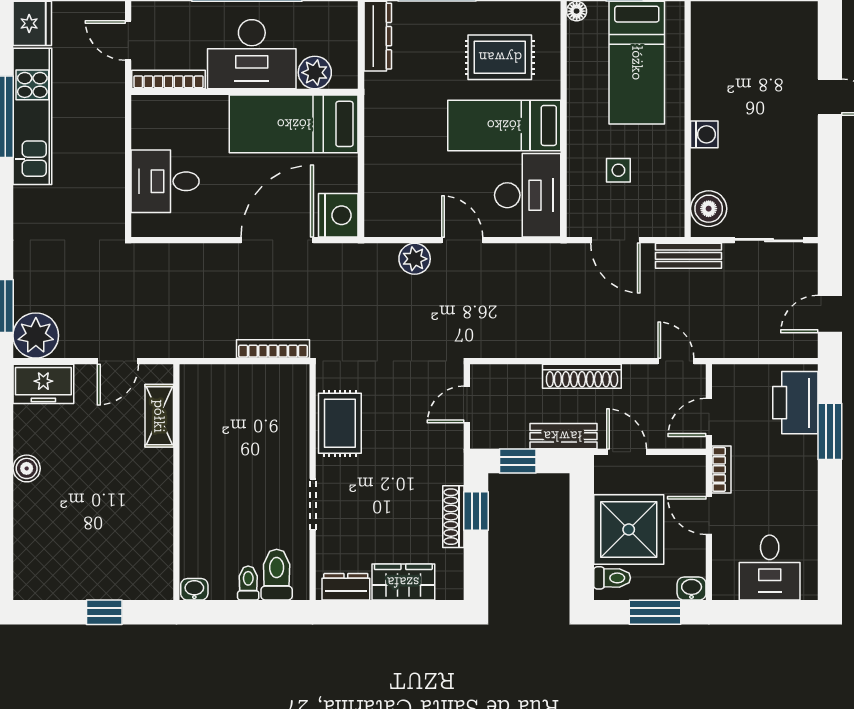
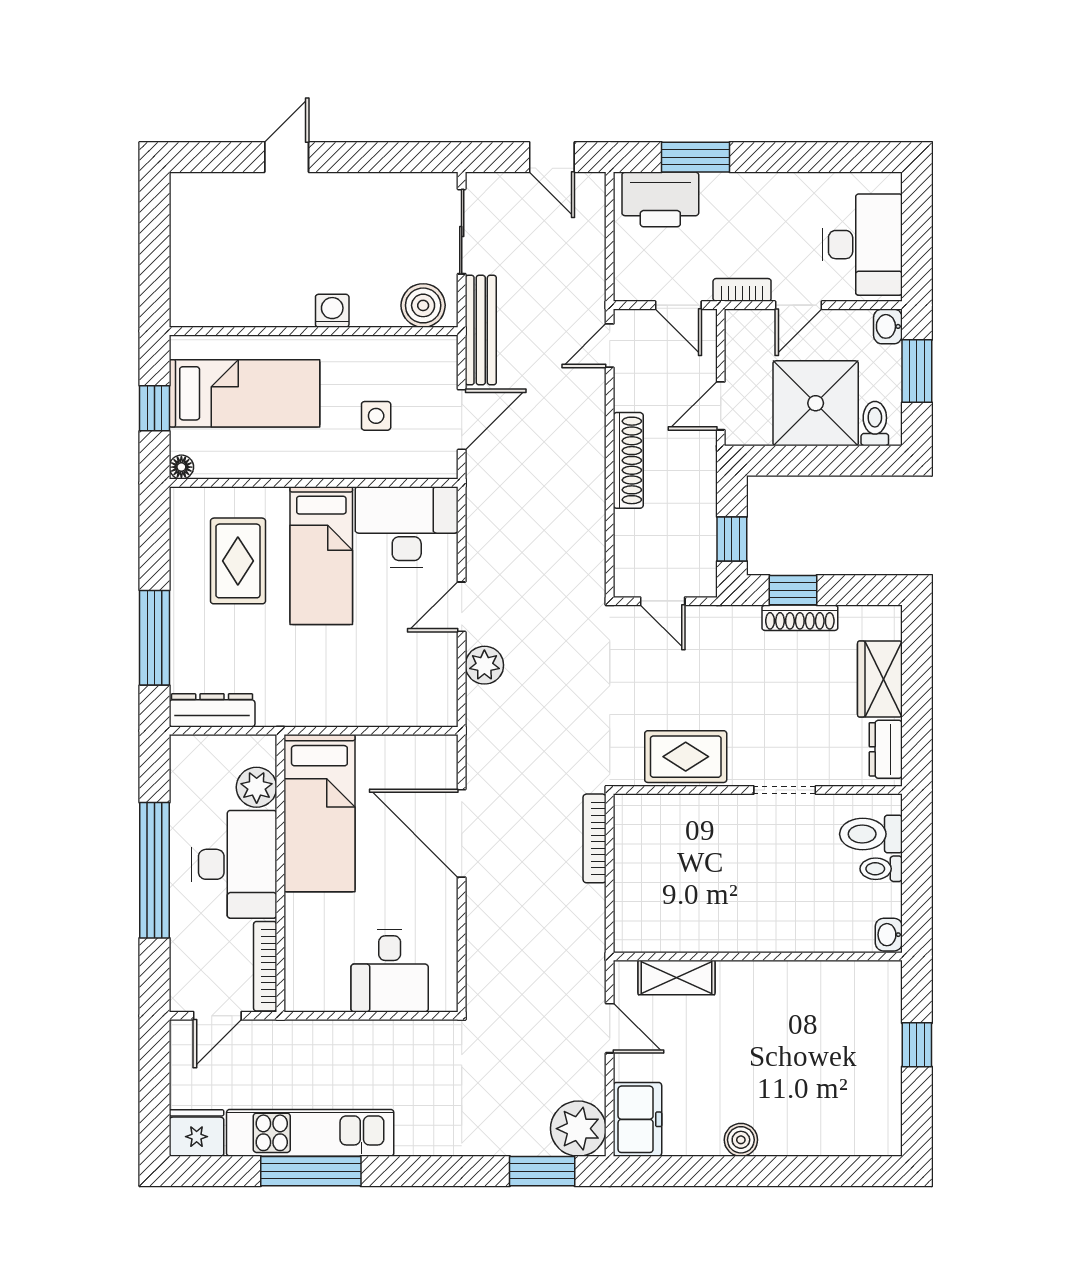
nightstand: (338, 215) -> (431, 758), removed
bench: (688, 256) -> (481, 330), width x1.36
bench: (563, 436) -> (701, 483), removed
desk: (770, 568) -> (862, 245), width x1.37

